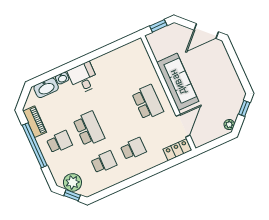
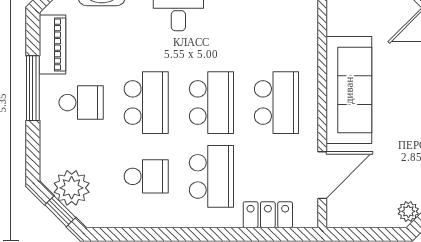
school desk: (118, 115) -> (211, 103), added
window: (35, 145) -> (33, 88), width x0.68
school desk: (133, 149) -> (211, 176), width x1.85
locker: (177, 150) -> (268, 215), moved

